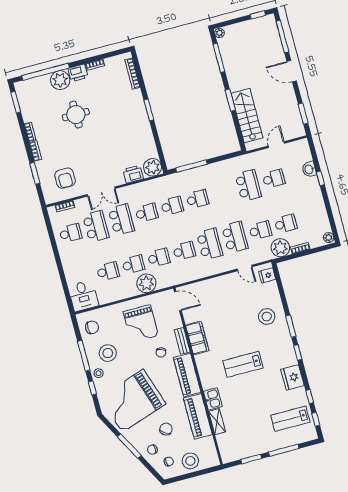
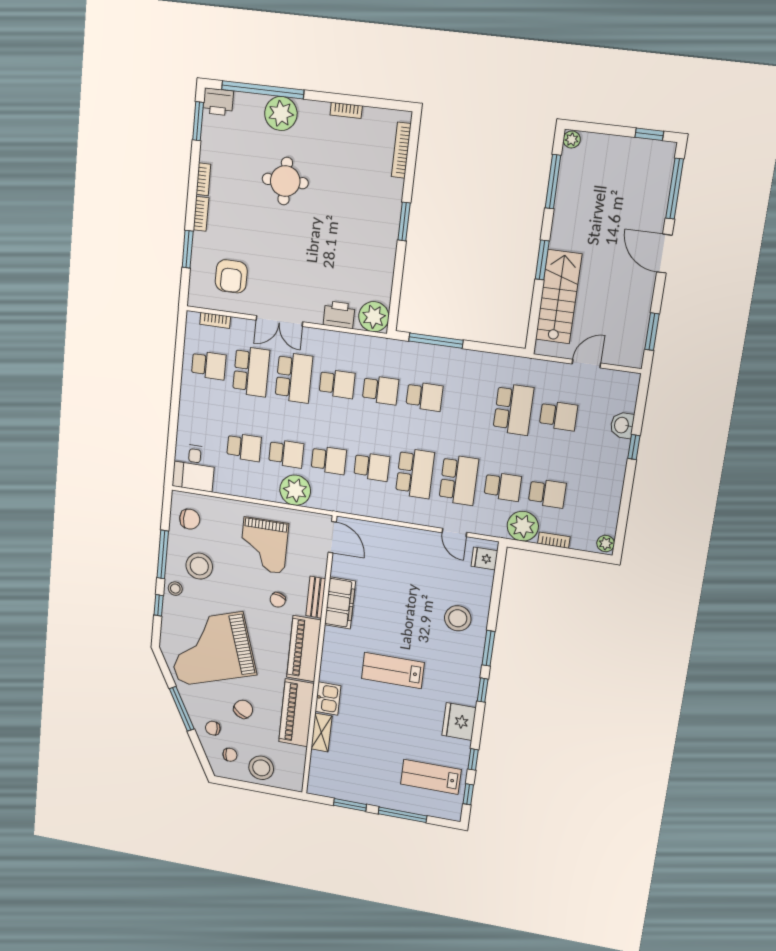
printer: (78, 73) -> (218, 102), moved

